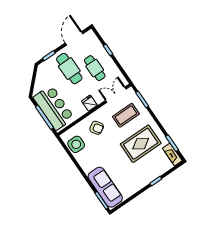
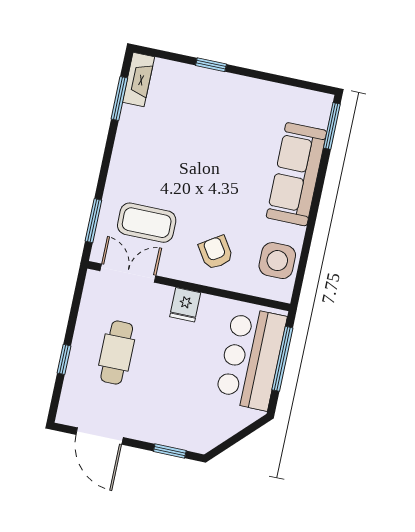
door: (74, 38) -> (100, 436), hinge flipped
cafe table: (69, 69) -> (159, 395), removed
double door: (116, 95) -> (128, 273), swing flipped
rug: (141, 144) -> (171, 151), removed
sofa: (105, 187) -> (296, 174), moved

